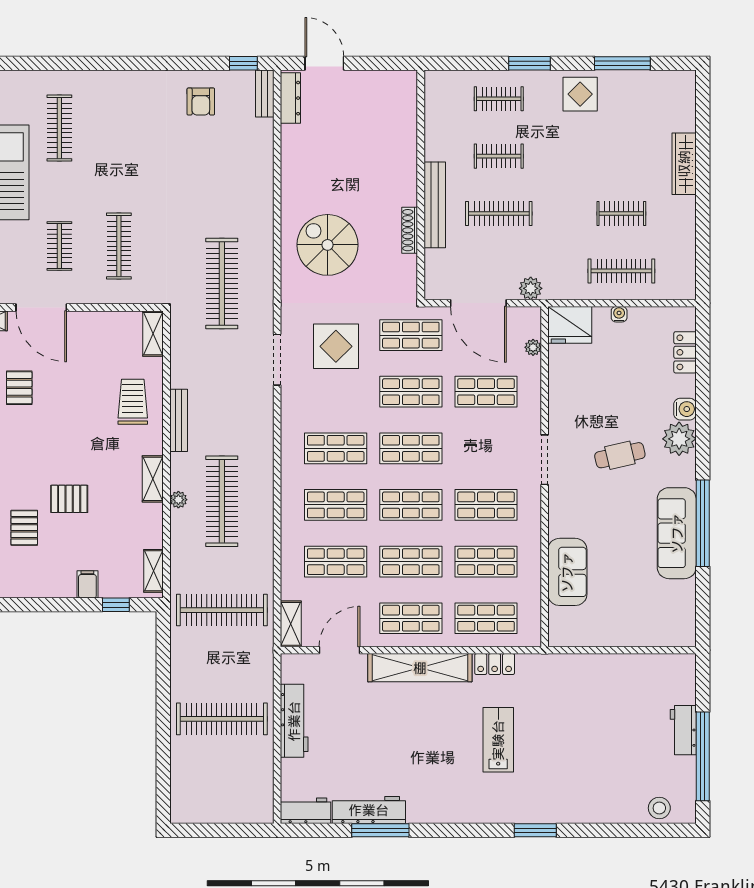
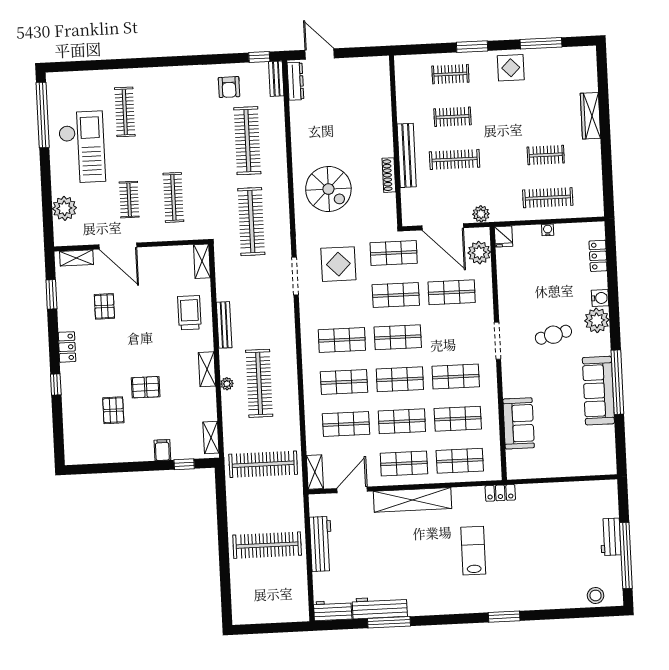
clothes rail: (222, 175) -> (247, 141), added
spiral stairs: (328, 245) -> (328, 189), turned 180
fridge: (570, 325) -> (504, 237), width x0.53, depth x0.75
plant: (533, 347) -> (479, 253), width x1.87, depth x1.87
locker: (495, 664) -> (500, 493), moved

